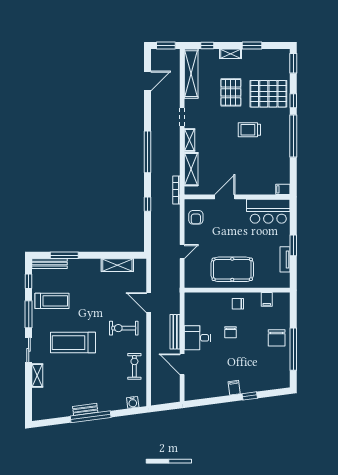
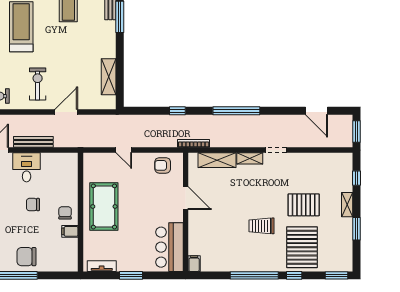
shelving: (191, 74) -> (325, 160), removed
trolley: (249, 130) -> (261, 226), turned -90
tv unit: (285, 259) -> (102, 266), moved
filing cabinet: (267, 299) -> (70, 231), moved

